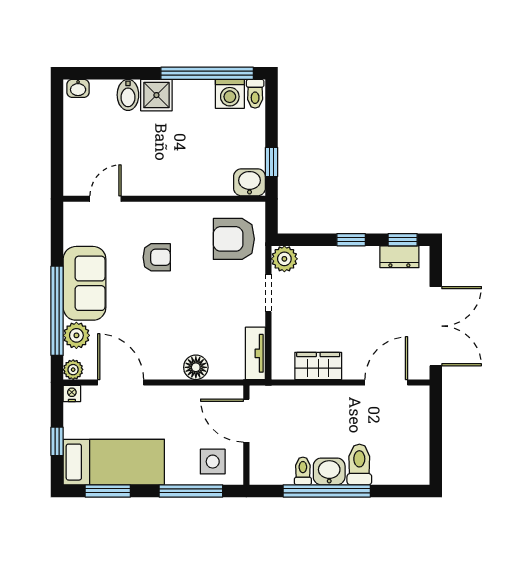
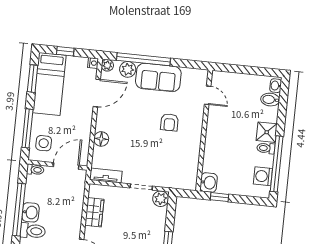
toilet: (255, 94) -> (266, 148), moved
bidet: (128, 95) -> (270, 100), moved
armchair: (234, 239) -> (176, 170), removed
toilet: (303, 471) -> (35, 170), moved

